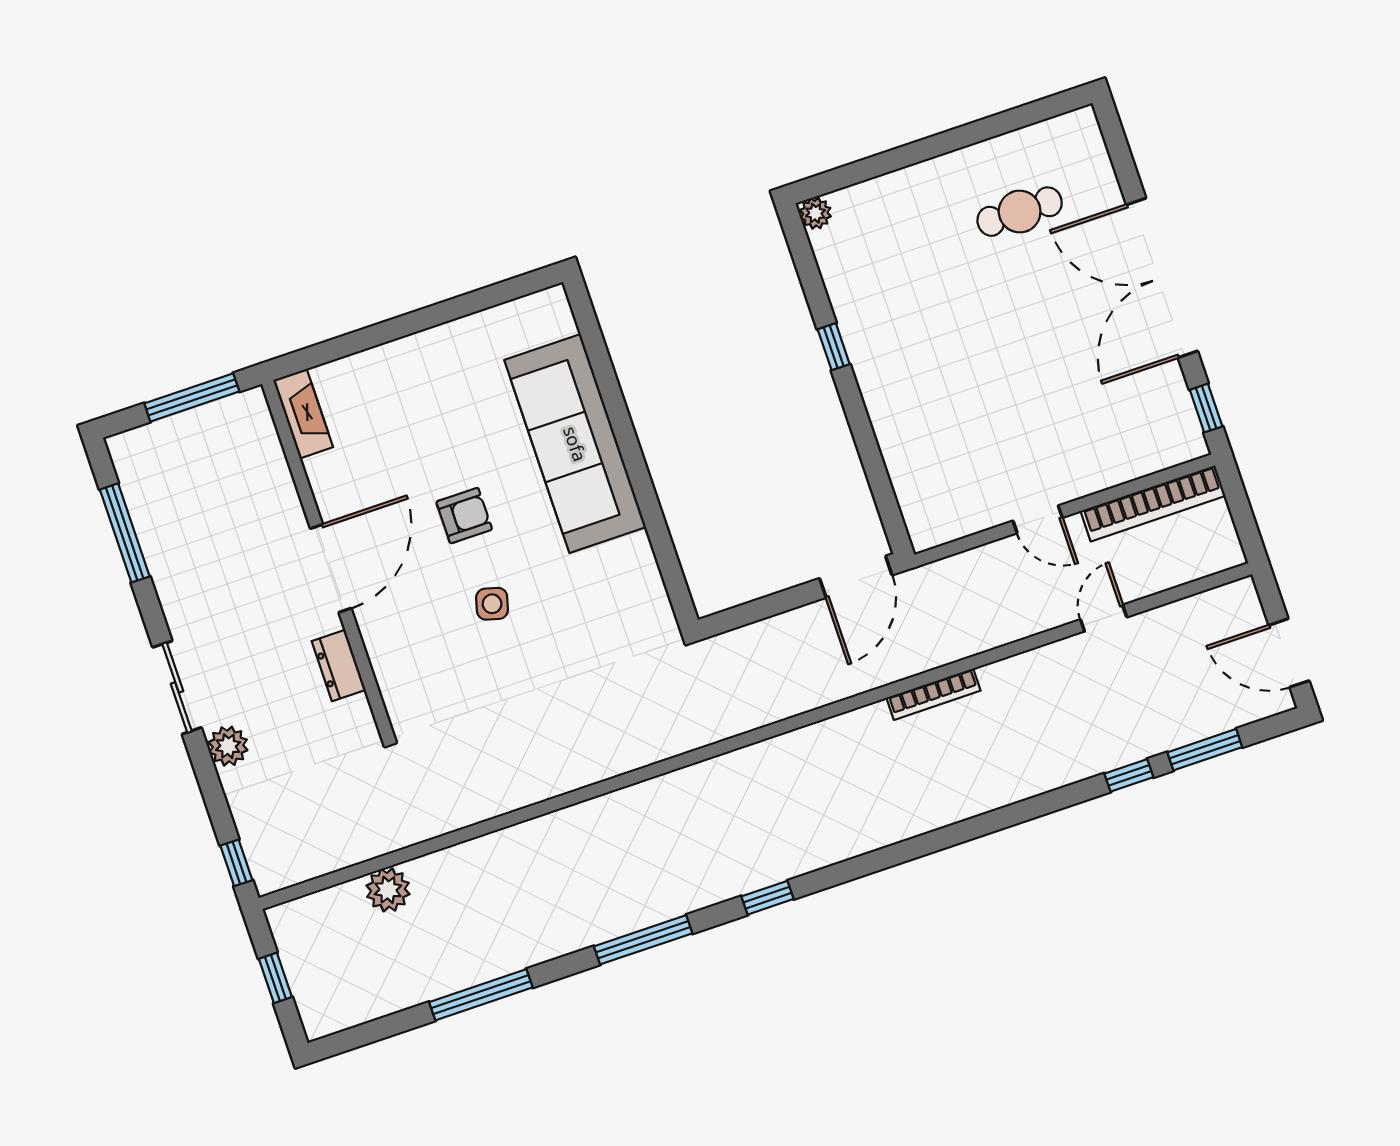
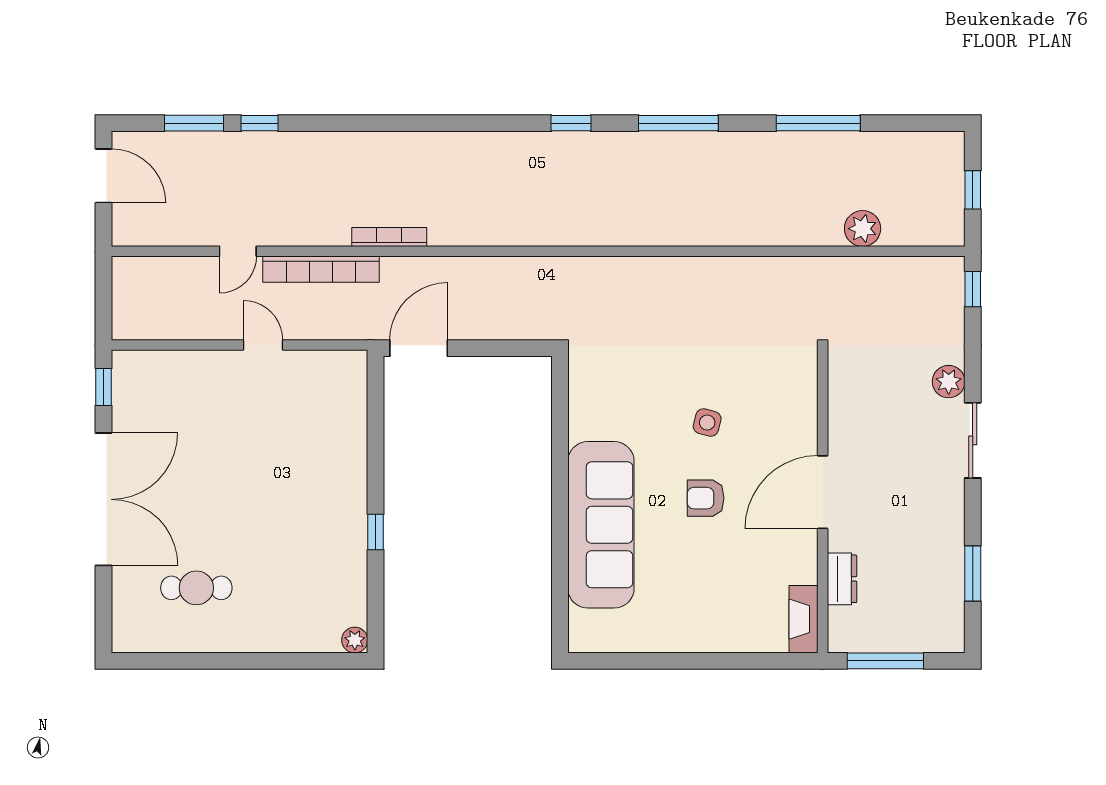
bookcase: (1153, 503) -> (321, 269), moved, turned 180
window: (125, 533) -> (973, 574), width x0.69
dresser: (339, 665) -> (842, 579), moved

